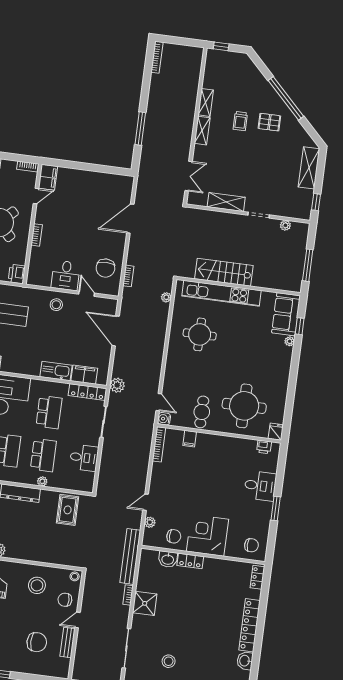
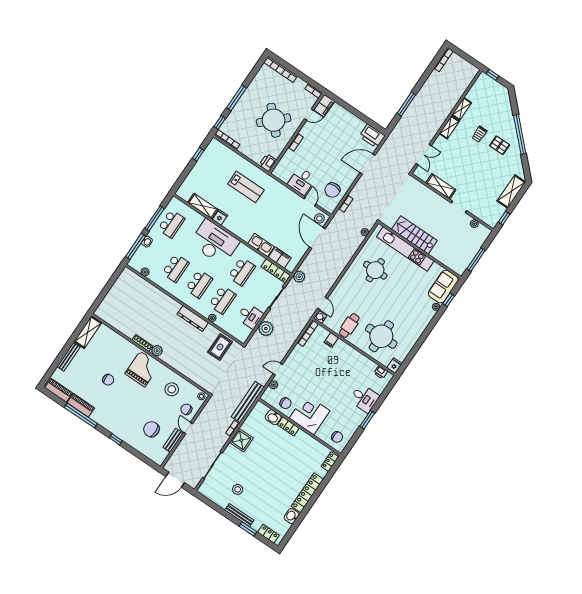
printer: (120, 184) -> (372, 136), added
stool: (56, 305) -> (319, 218), moved
plant: (109, 463) -> (266, 329), added
door: (77, 620) -> (188, 428), hinge flipped
chair: (37, 642) -> (151, 429), turned 180

